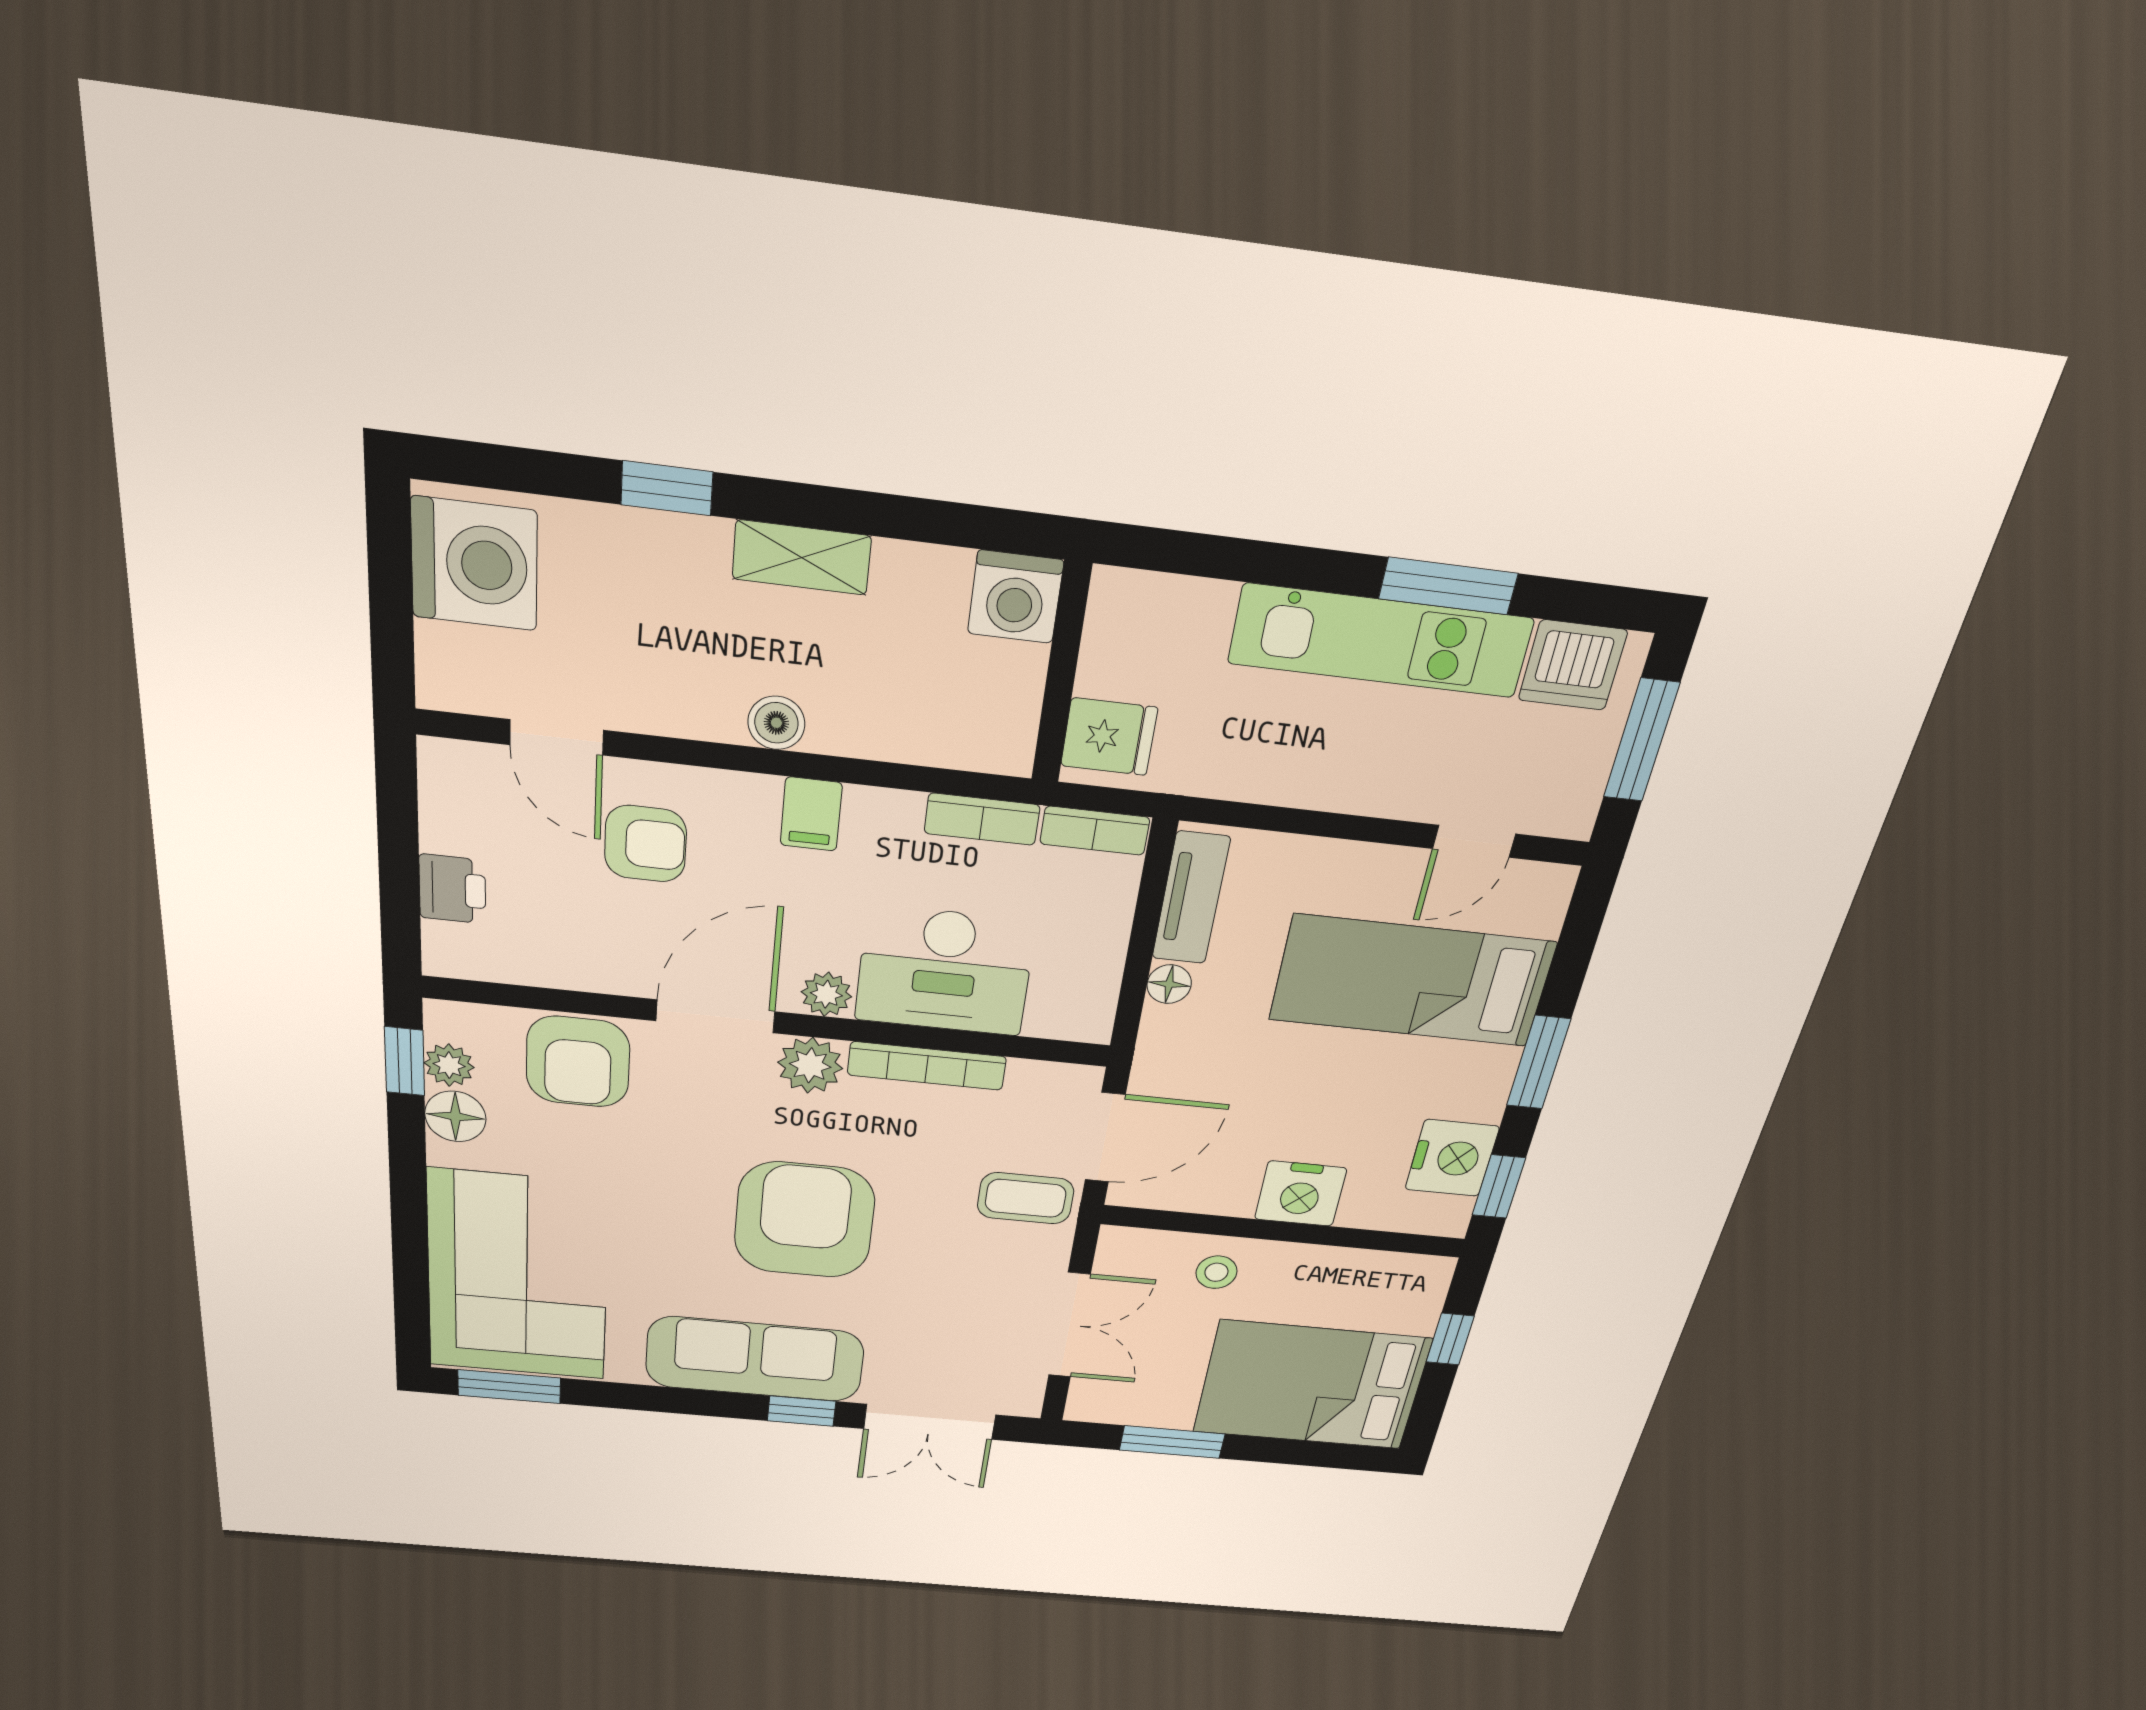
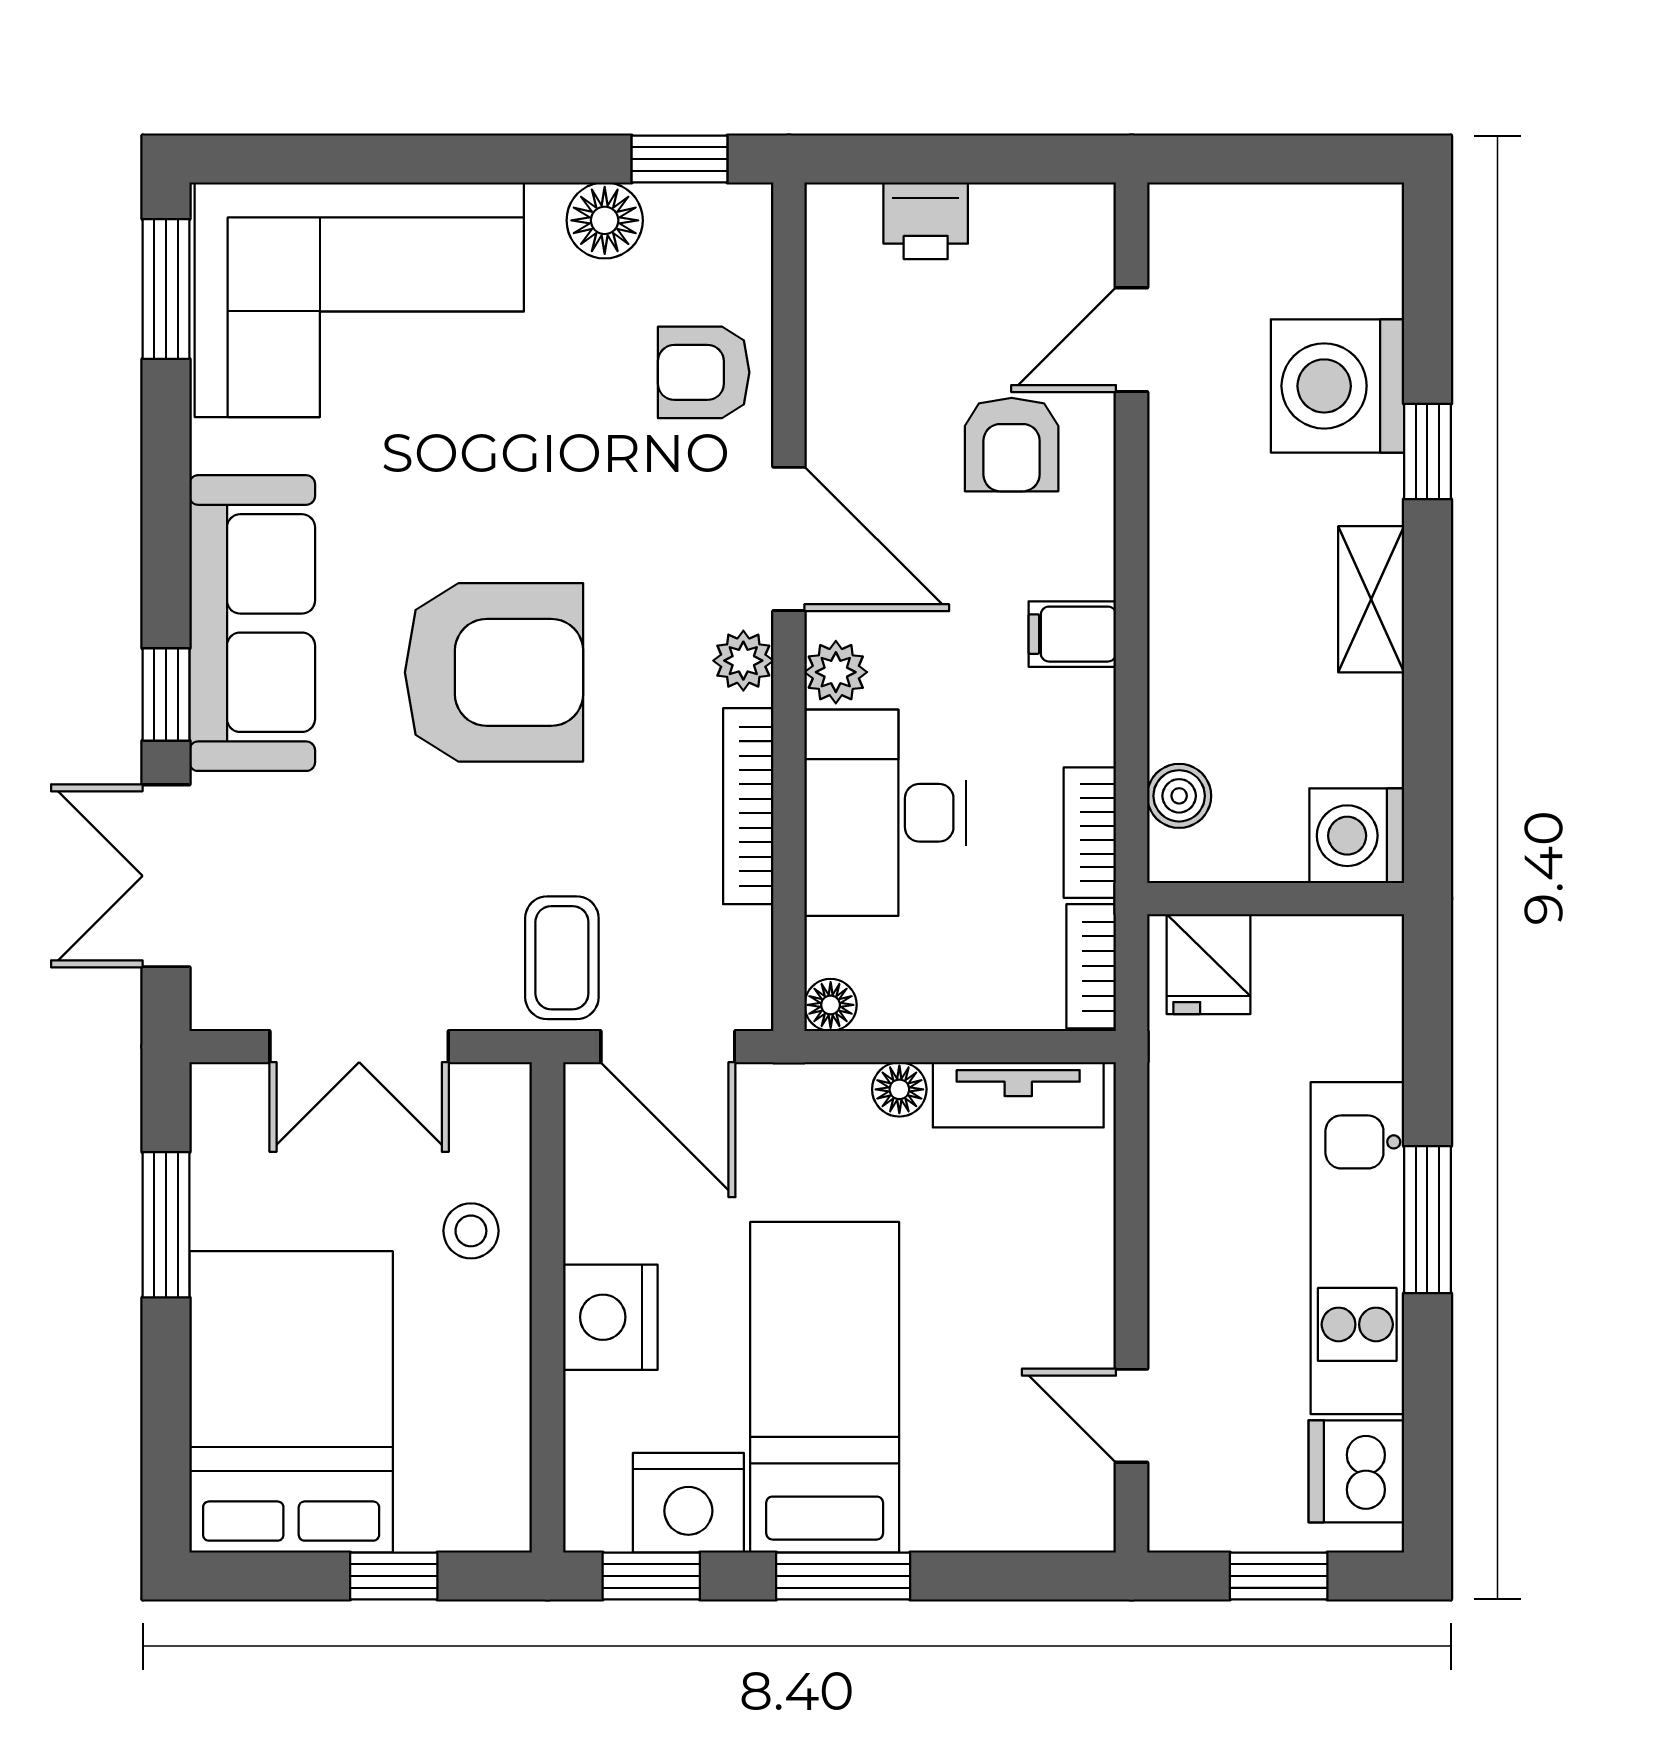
washing machine: (474, 564) -> (1337, 386), moved, turned 90
window: (1448, 586) -> (1427, 1220), moved
boiler: (776, 723) -> (1179, 796), moved
window: (1641, 740) -> (1279, 1576), width x0.67
bed: (1412, 981) -> (825, 1387), moved
floor lamp: (1093, 1025) -> (831, 1005), added
armchair: (578, 1062) -> (704, 372), width x0.72, depth x0.72
plant: (449, 1065) -> (680, 214), removed
plant: (810, 1065) -> (743, 661), width x0.73, depth x0.73

